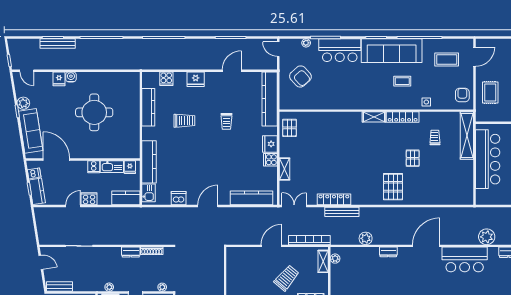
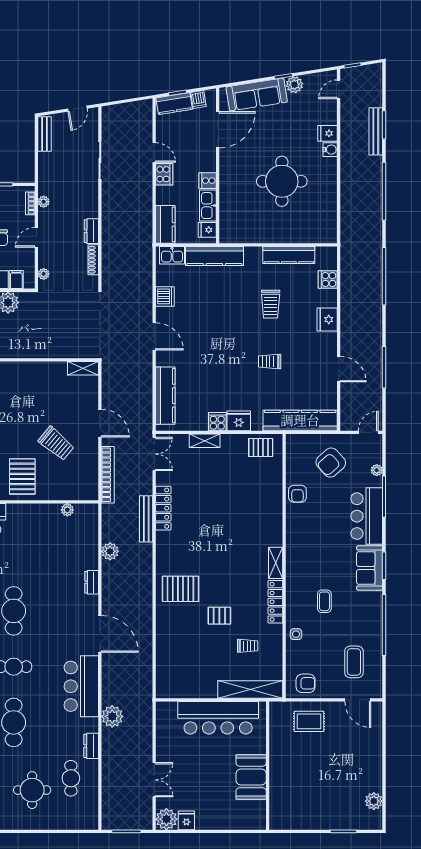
sofa: (392, 51) -> (370, 568), width x0.54, depth x0.79
armchair: (323, 101) -> (297, 494), added
plant: (335, 259) -> (67, 510), moved
shelving: (323, 261) -> (83, 368), moved

